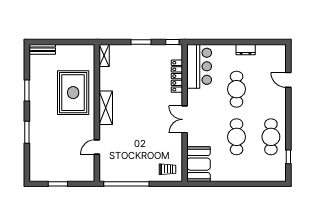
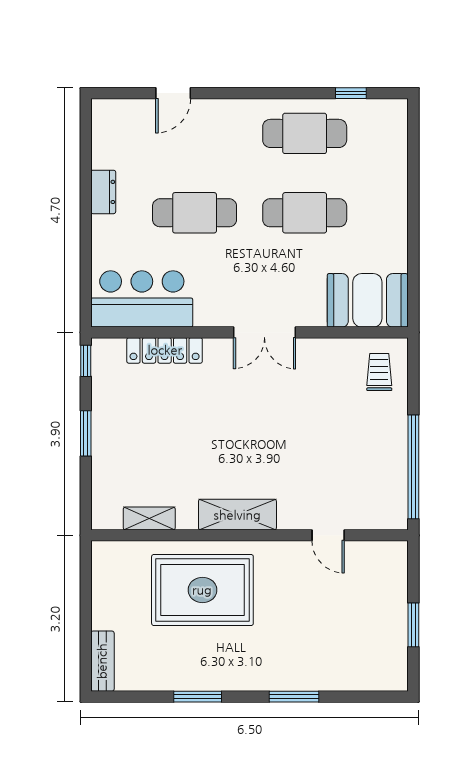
shelving: (104, 55) -> (149, 518), moved

